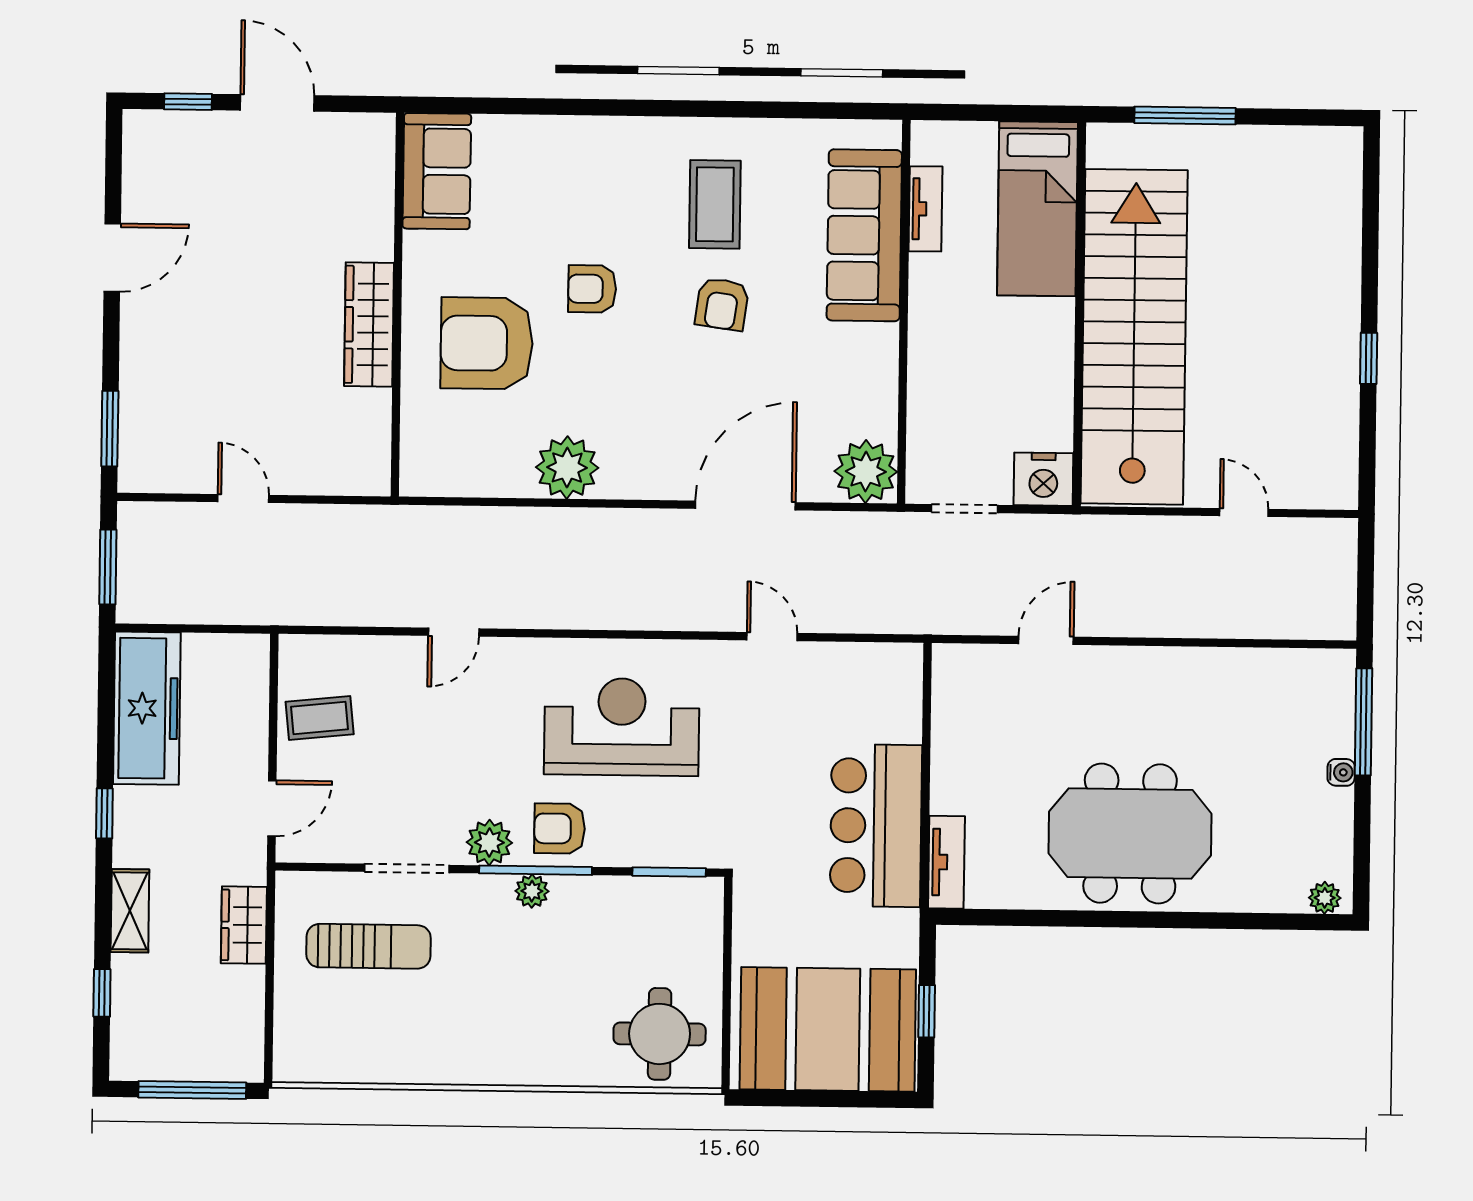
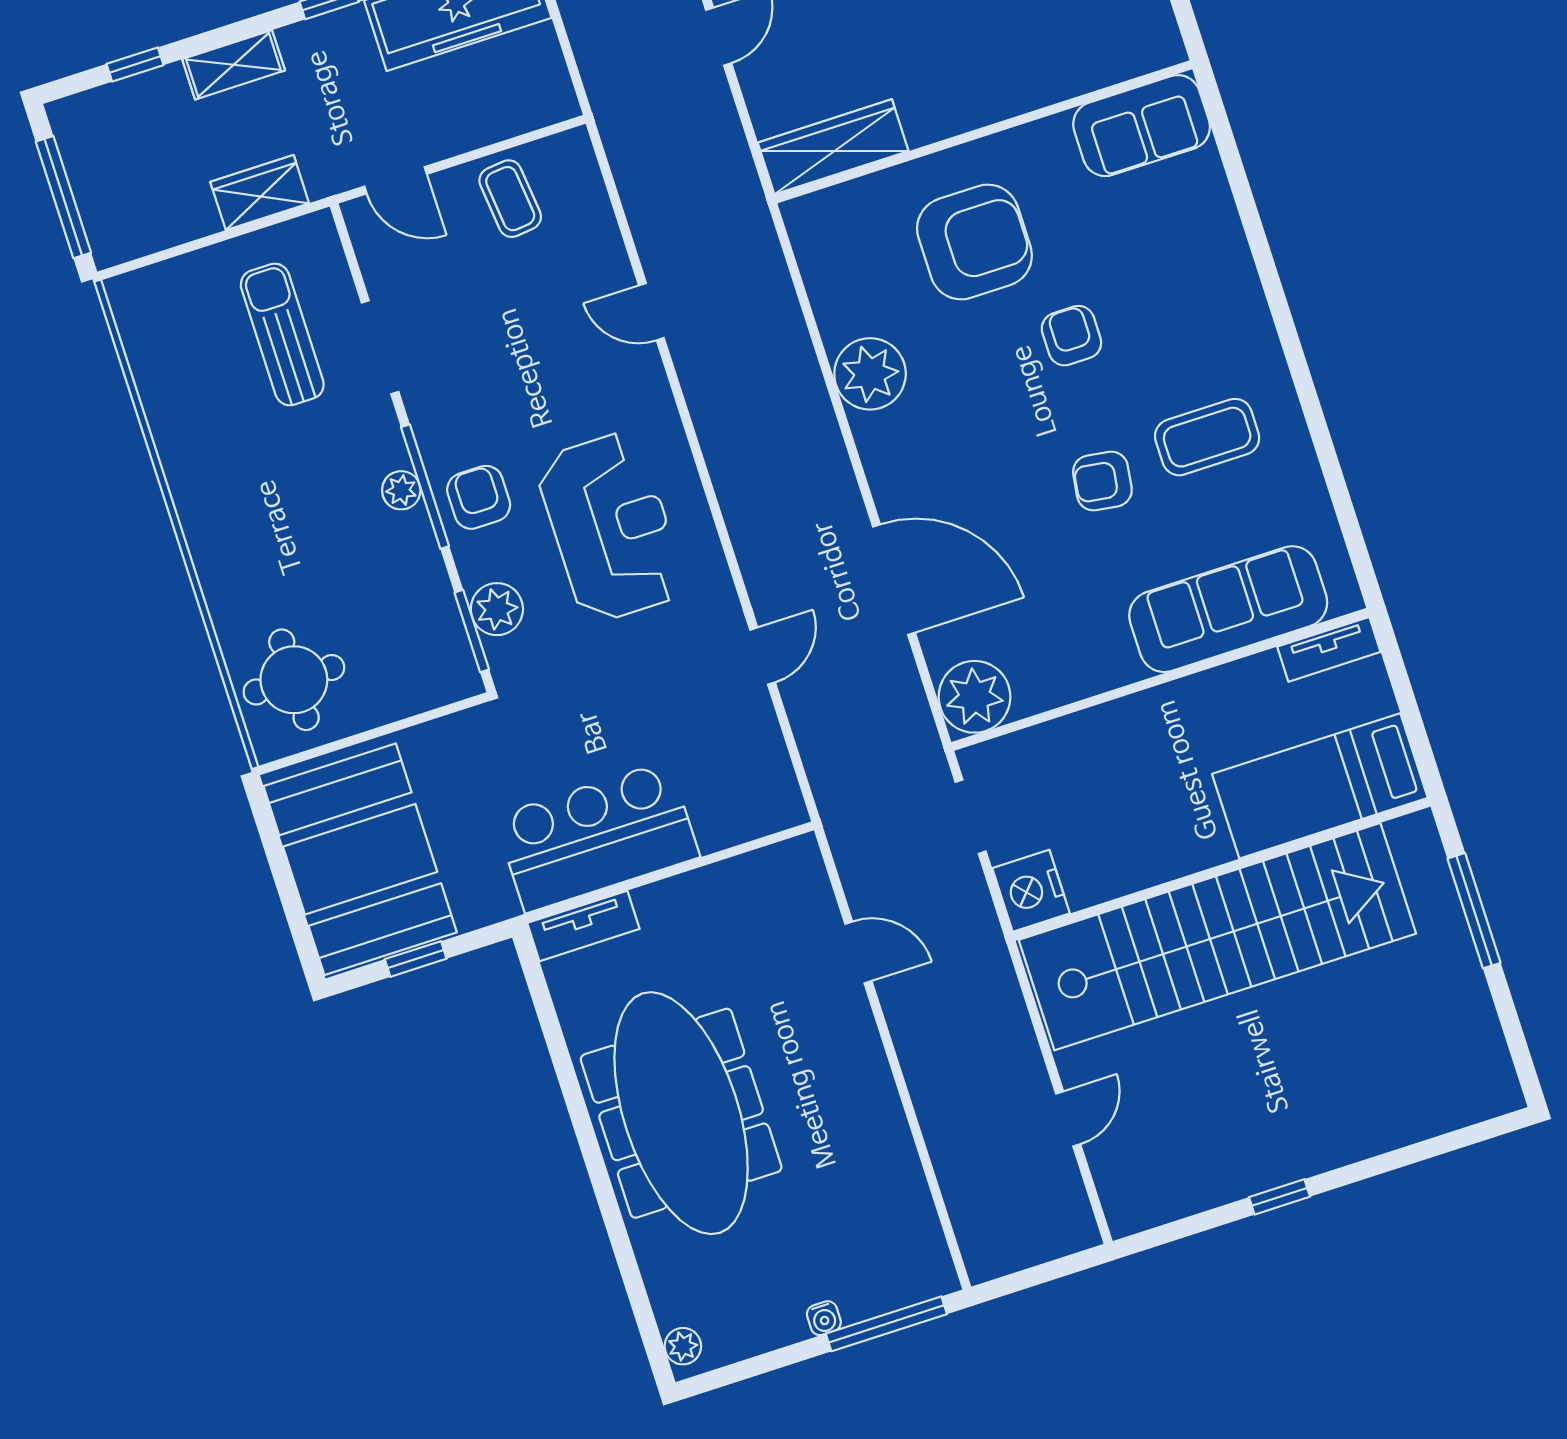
tv unit: (925, 209) -> (1329, 649), moved
wardrobe: (369, 325) -> (833, 147), moved
armchair: (487, 343) -> (974, 242), turned 90
meeting table: (1130, 834) -> (681, 1113), width x1.36
plant: (489, 842) -> (497, 609), moved
sun lounger: (369, 946) -> (282, 335), turned 180

